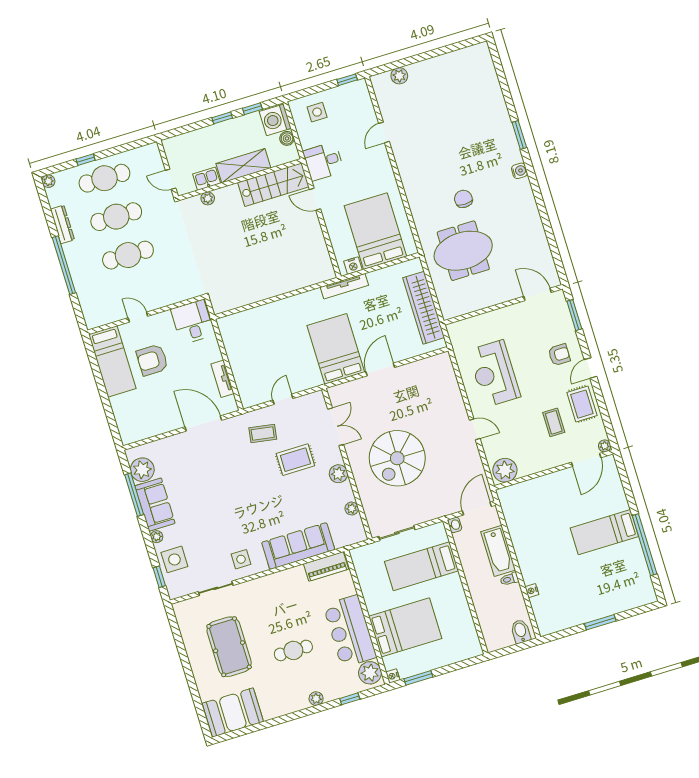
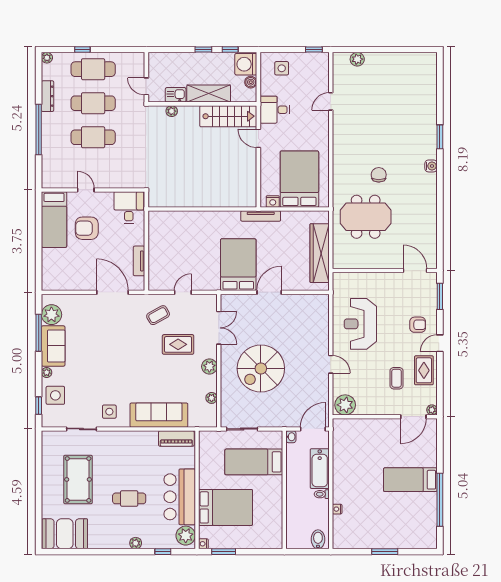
coffee table: (263, 433) -> (158, 315), turned -38

